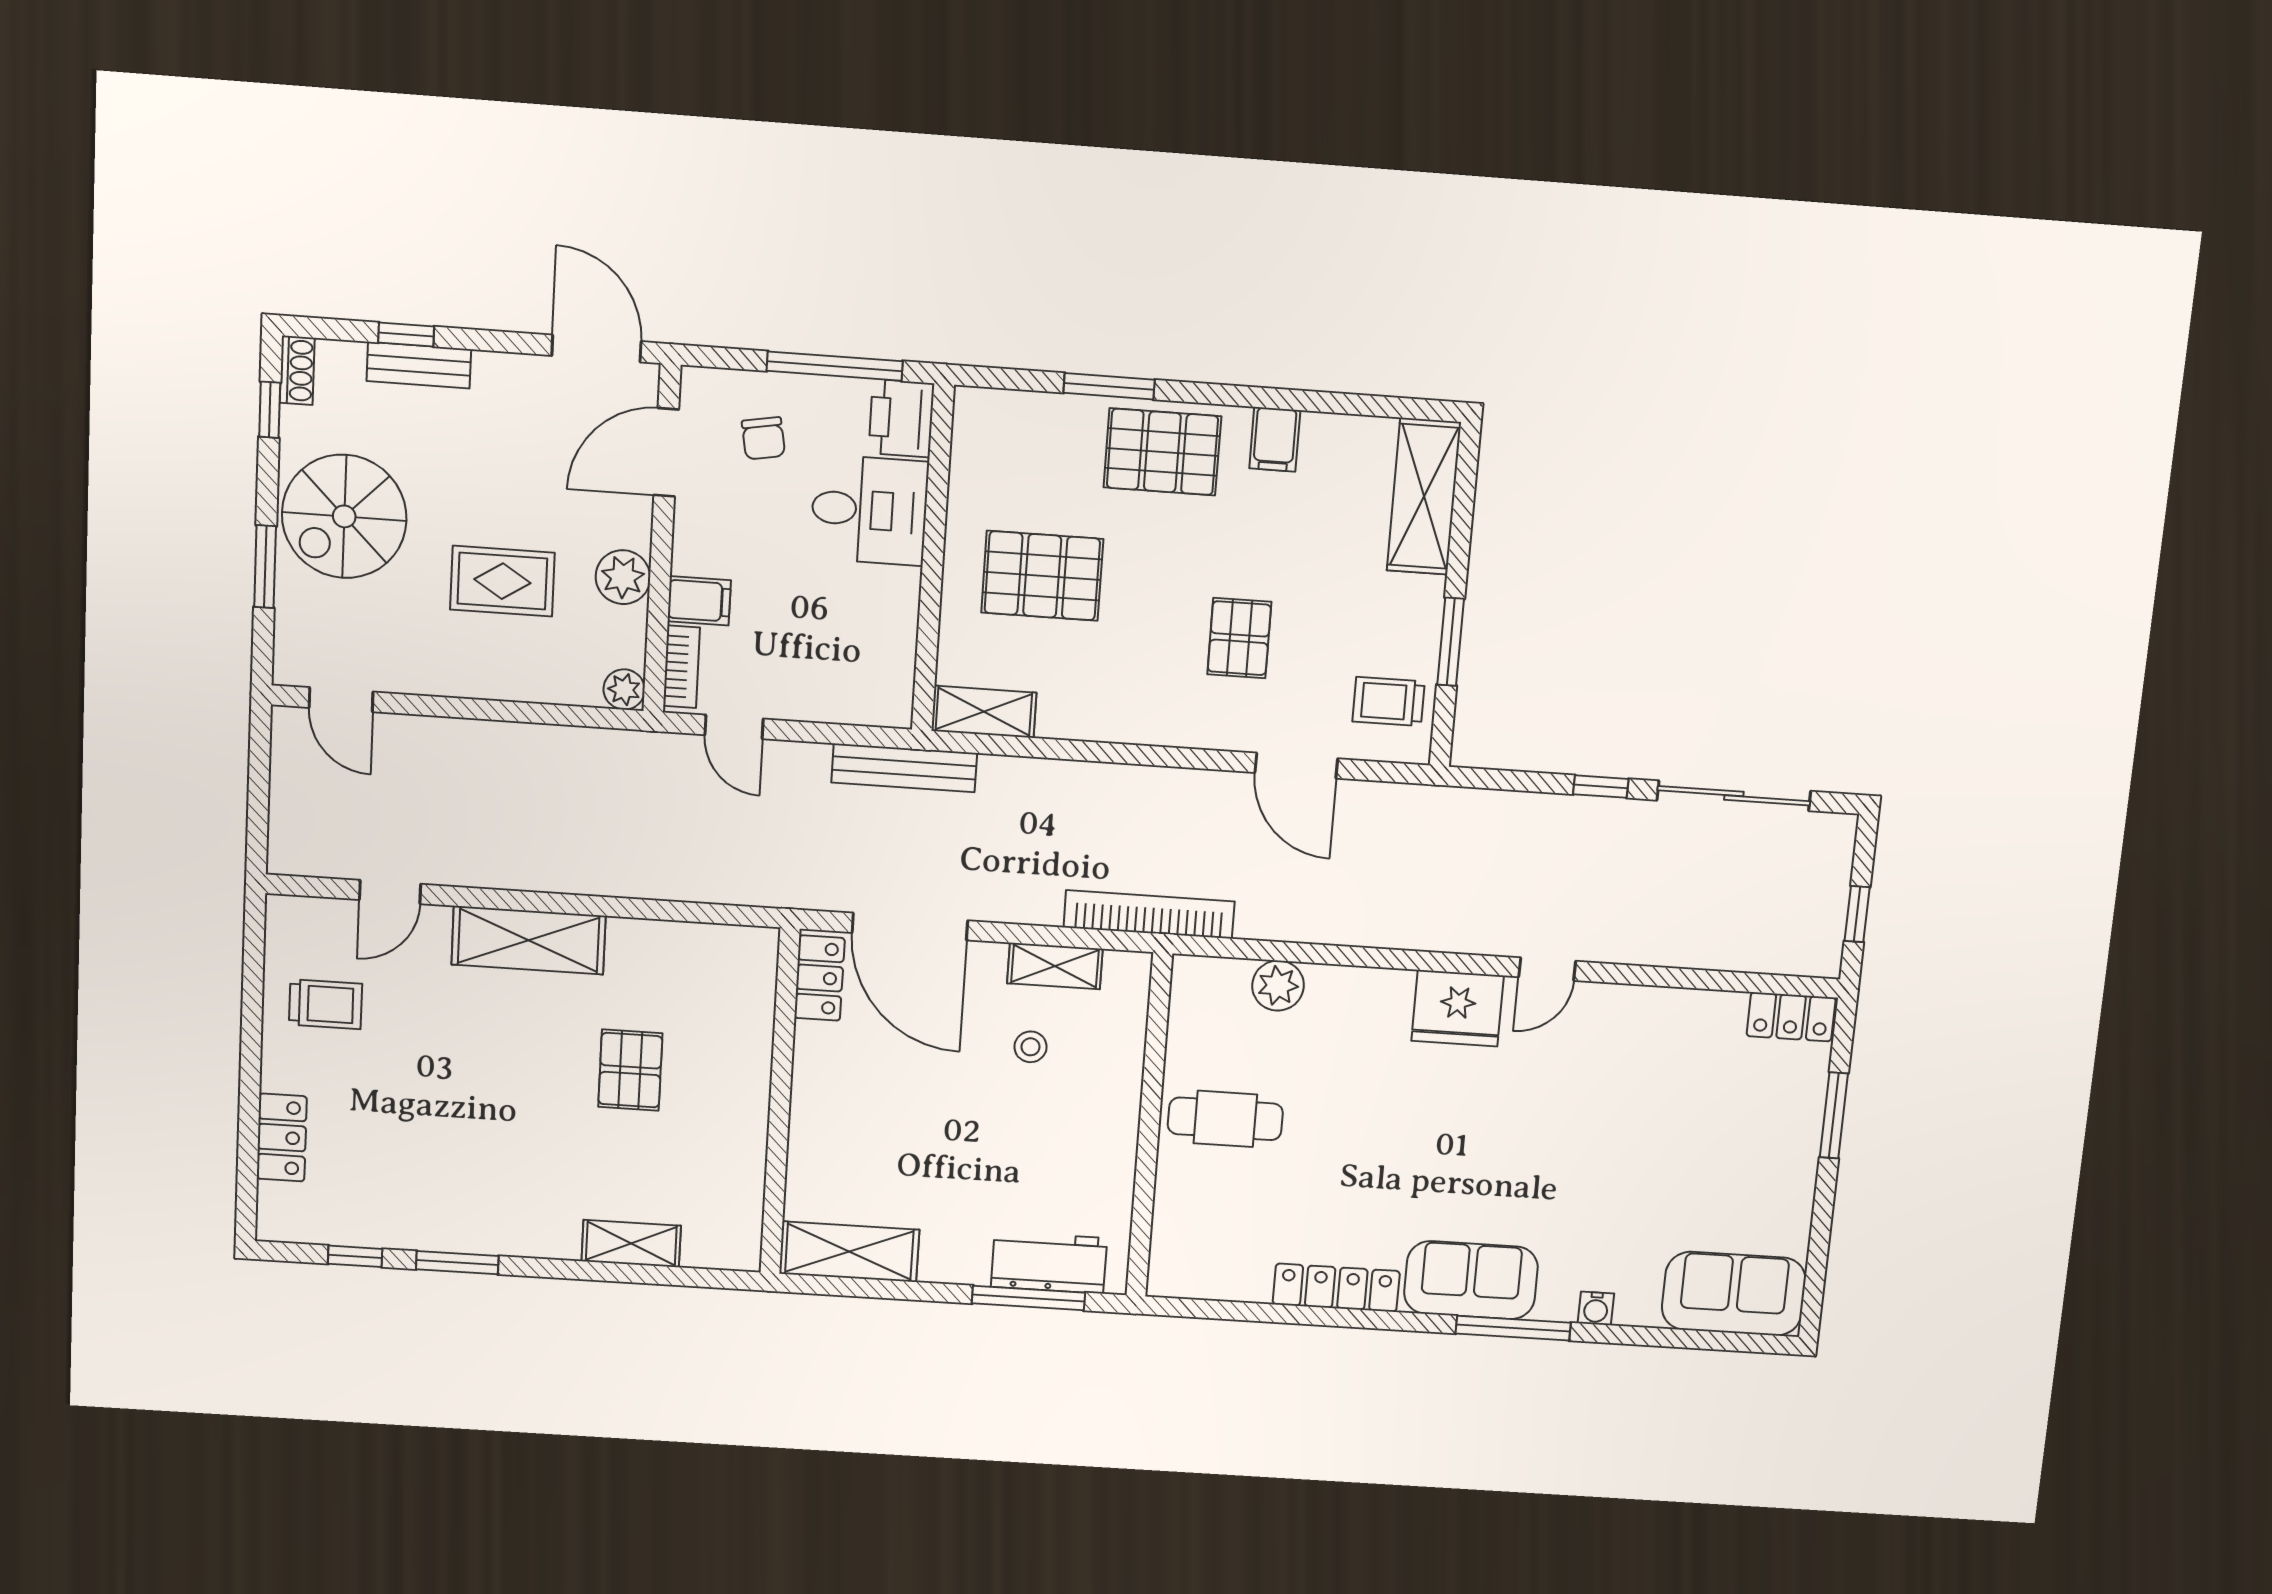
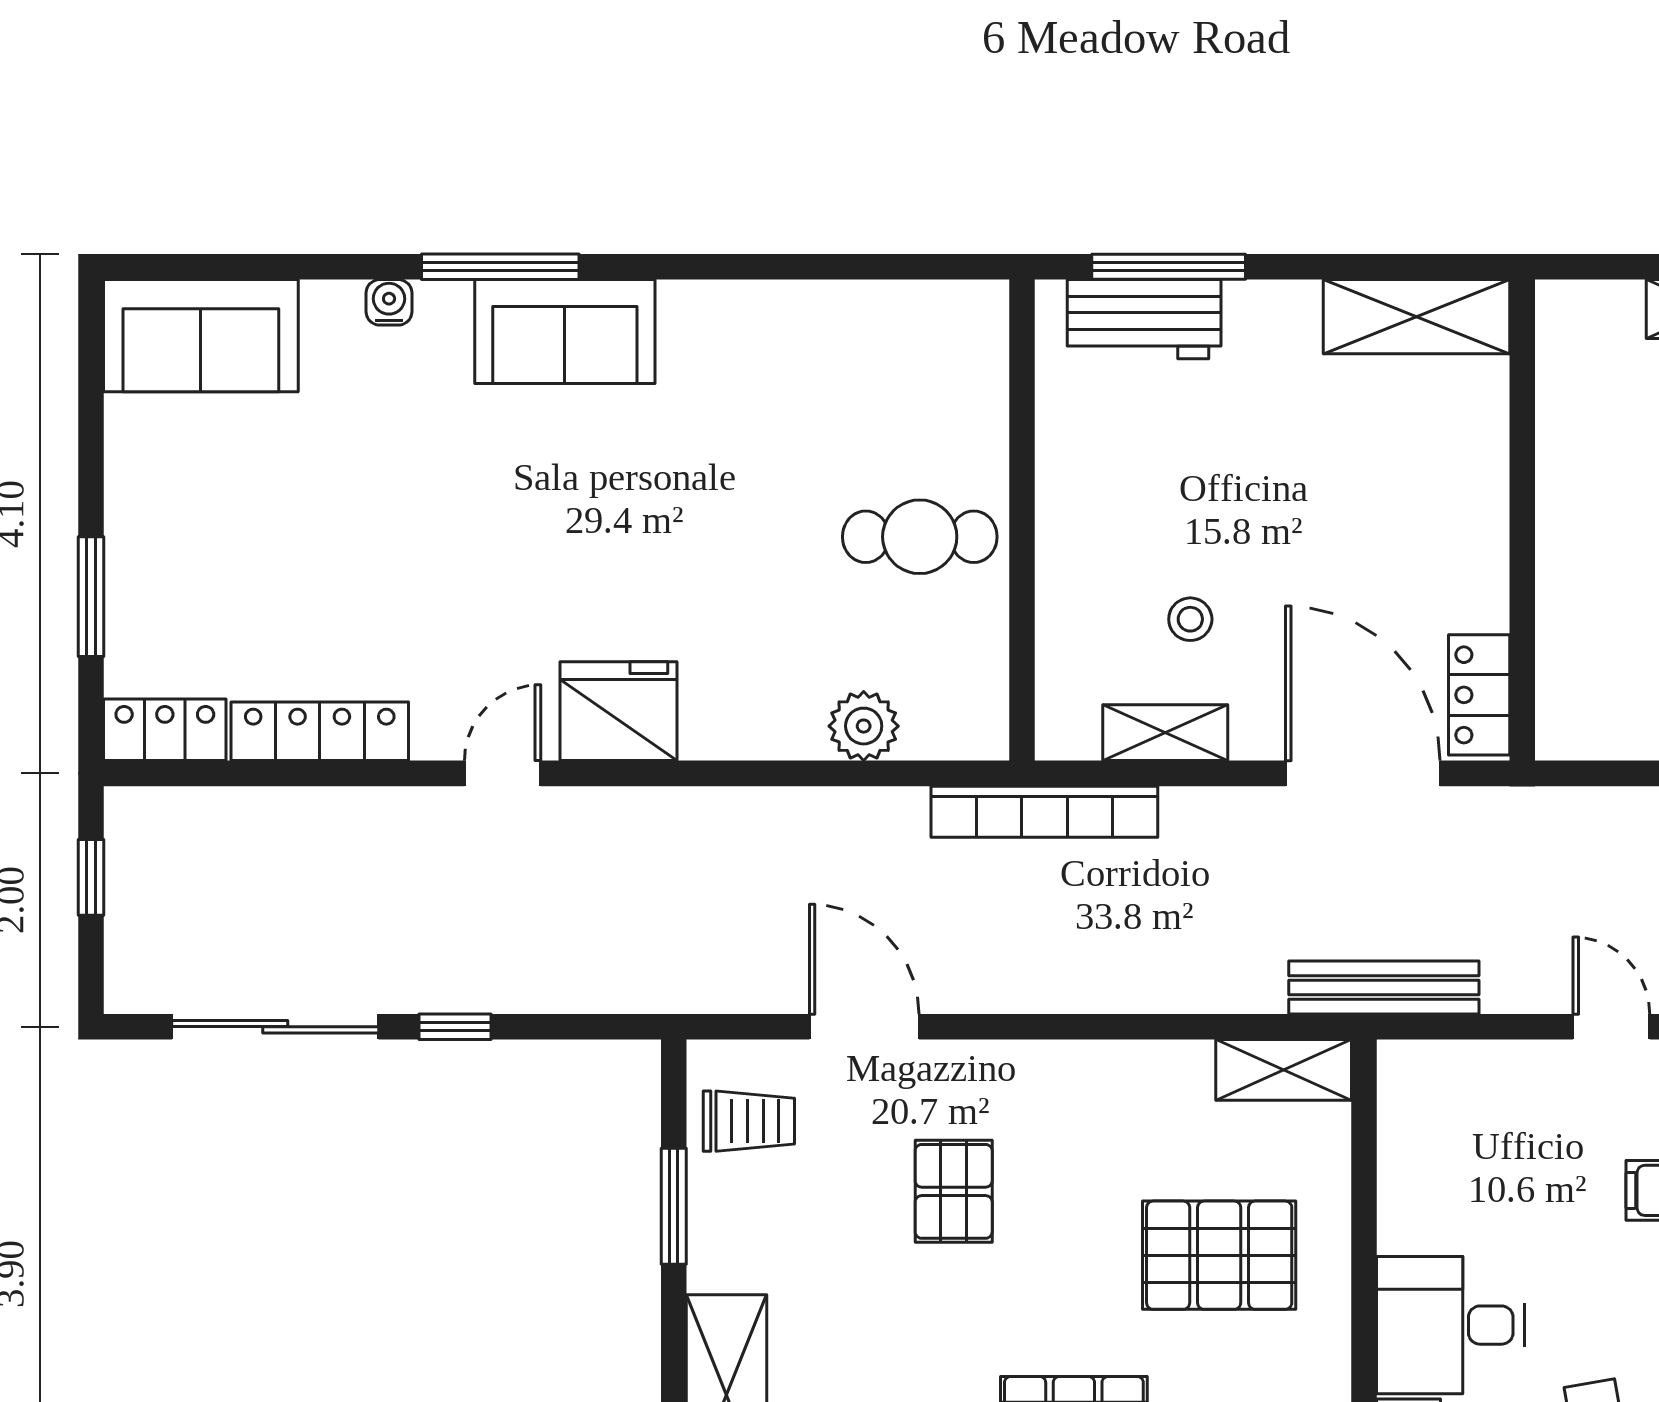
locker: (1336, 1288) -> (320, 731), moved, turned 180

